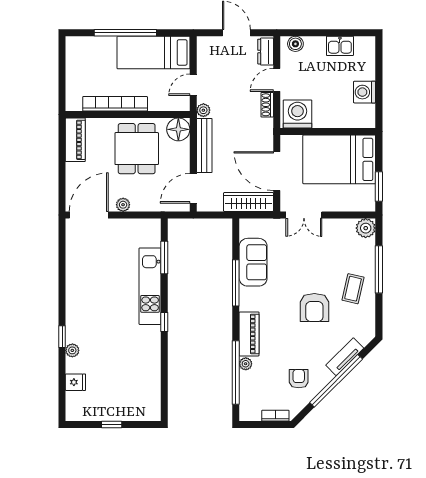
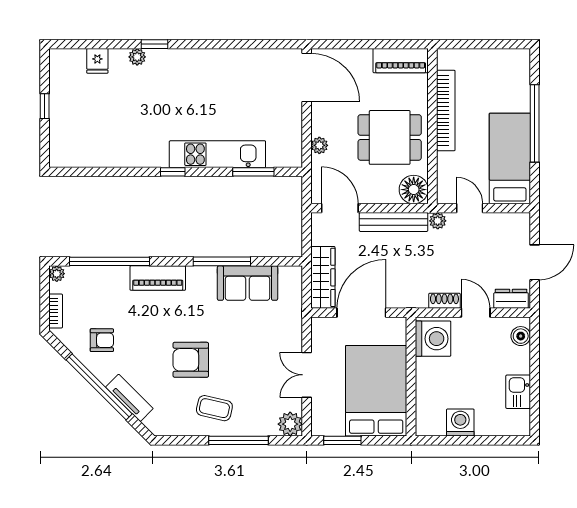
plant: (123, 205) -> (319, 145), moved
double door: (304, 215) -> (307, 375), moved
plant: (246, 364) -> (57, 274), moved

